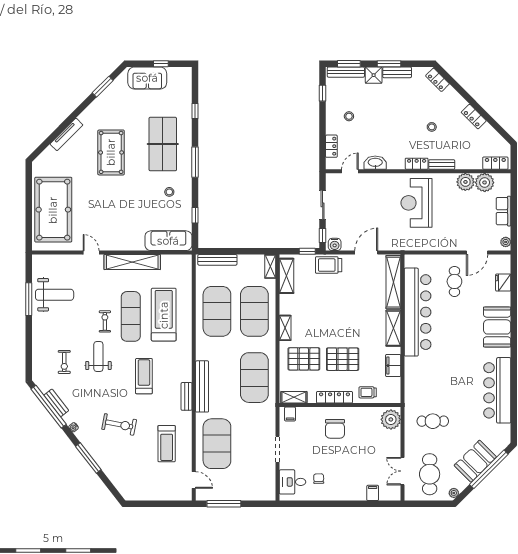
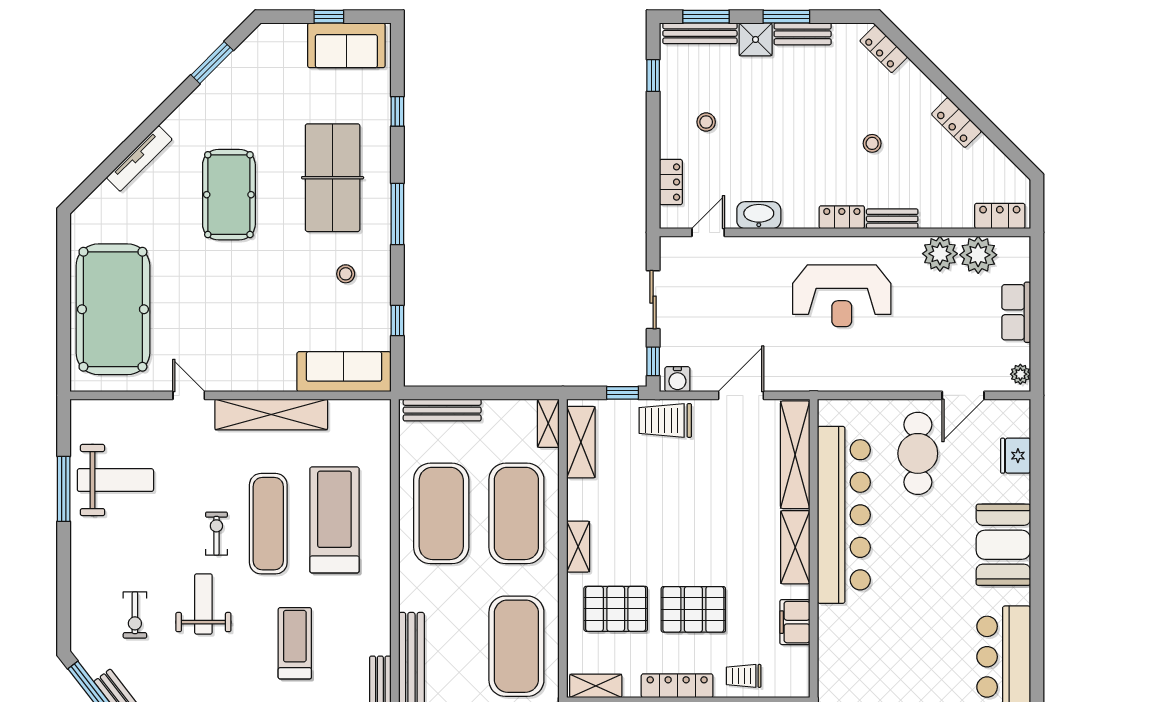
sofa: (147, 78) -> (346, 45), moved
reception desk: (417, 203) -> (842, 296), turned -90
cafe table: (454, 281) -> (918, 453), width x1.37, depth x1.35

